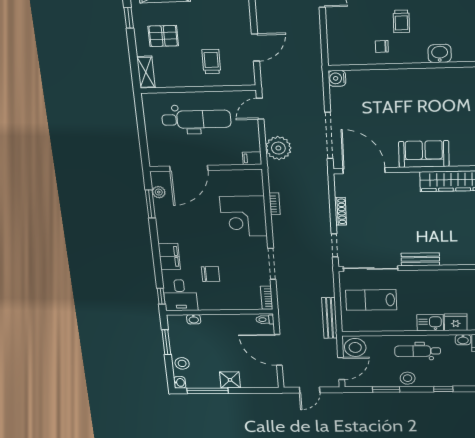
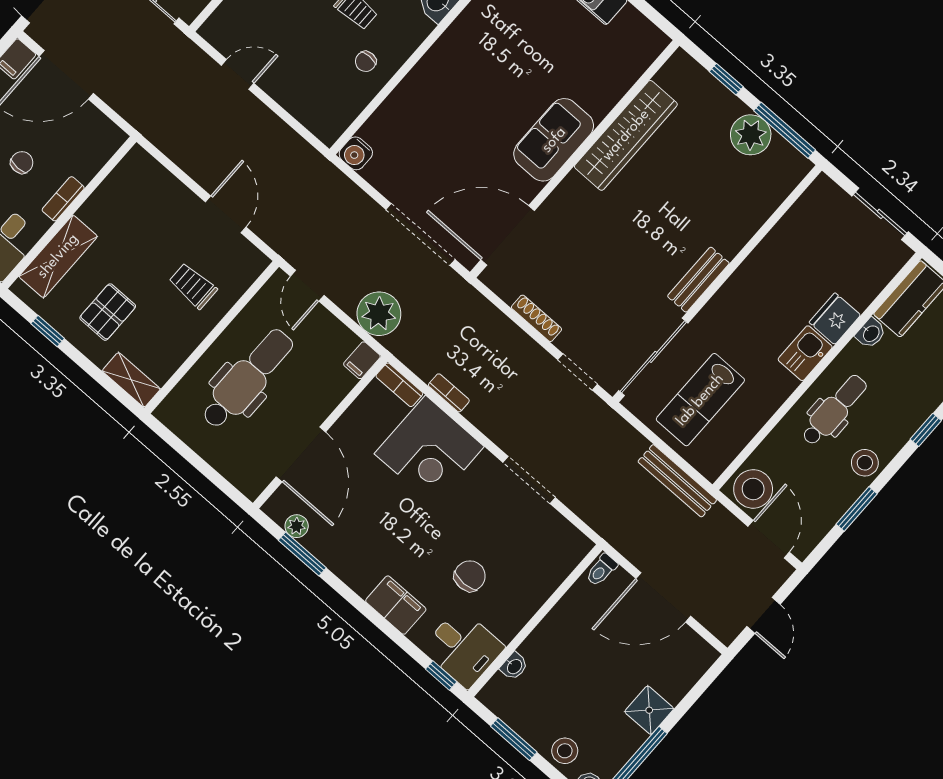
bookcase: (267, 298) -> (399, 385), moved
dental chair: (418, 351) -> (834, 410), turned 180

